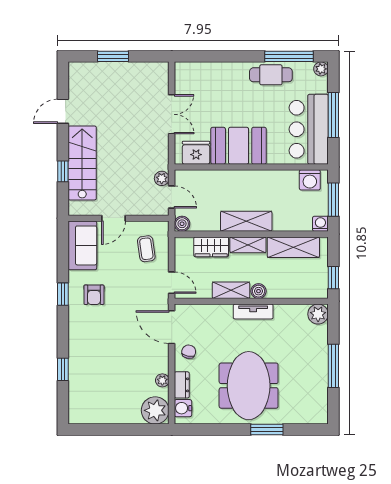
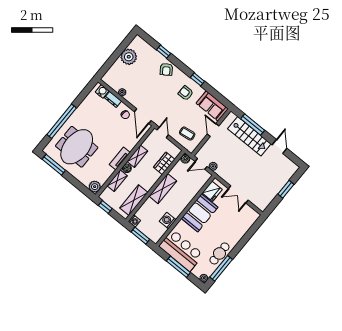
window: (63, 171) -> (253, 124), width x2.17
washing machine: (310, 180) -> (168, 221), moved
shelving: (248, 245) -> (117, 181), moved
door: (172, 283) -> (163, 132), swing flipped
door: (172, 327) -> (143, 116), swing flipped
armchair: (84, 347) -> (166, 69), added
window: (333, 366) -> (54, 165), moved
meeting table: (249, 386) -> (77, 147), moved, turned 90
plant: (155, 410) -> (129, 57), moved
window: (267, 429) -> (62, 121), width x2.11

